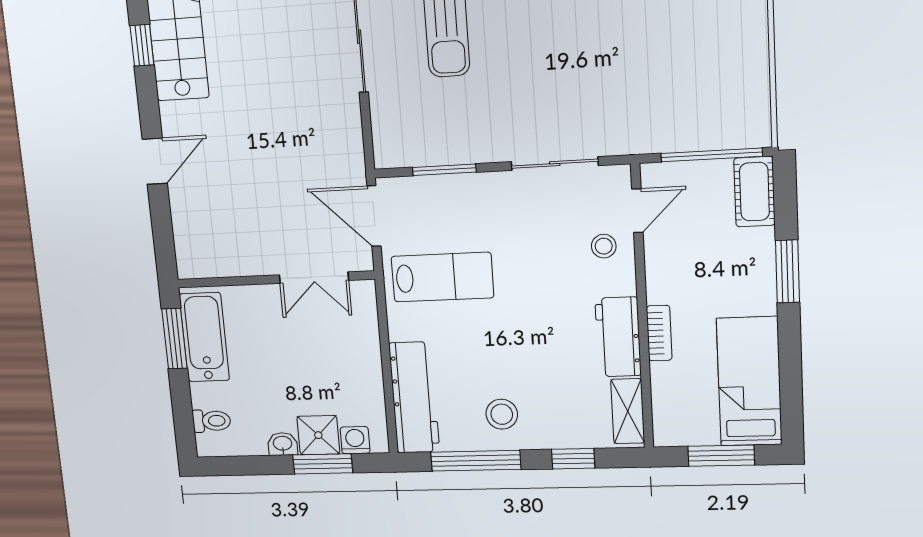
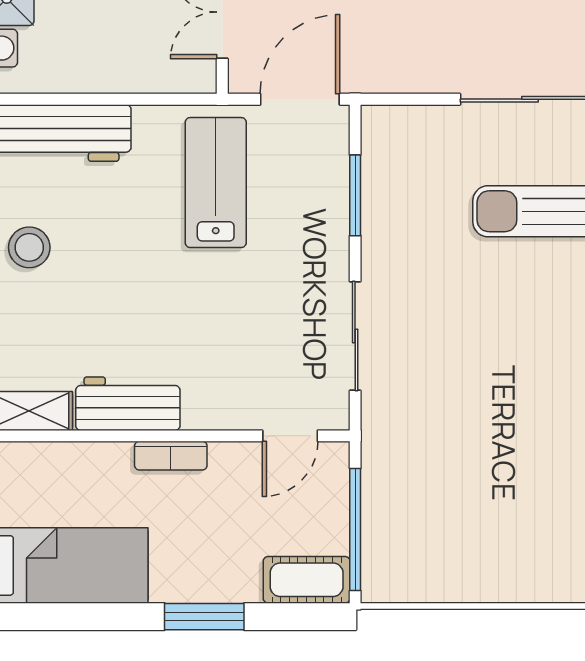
door: (637, 211) -> (290, 436), hinge flipped
stool: (604, 246) -> (247, 392), removed
lab bench: (442, 277) -> (216, 183), turned 180
bookcase: (659, 333) -> (171, 456), moved

